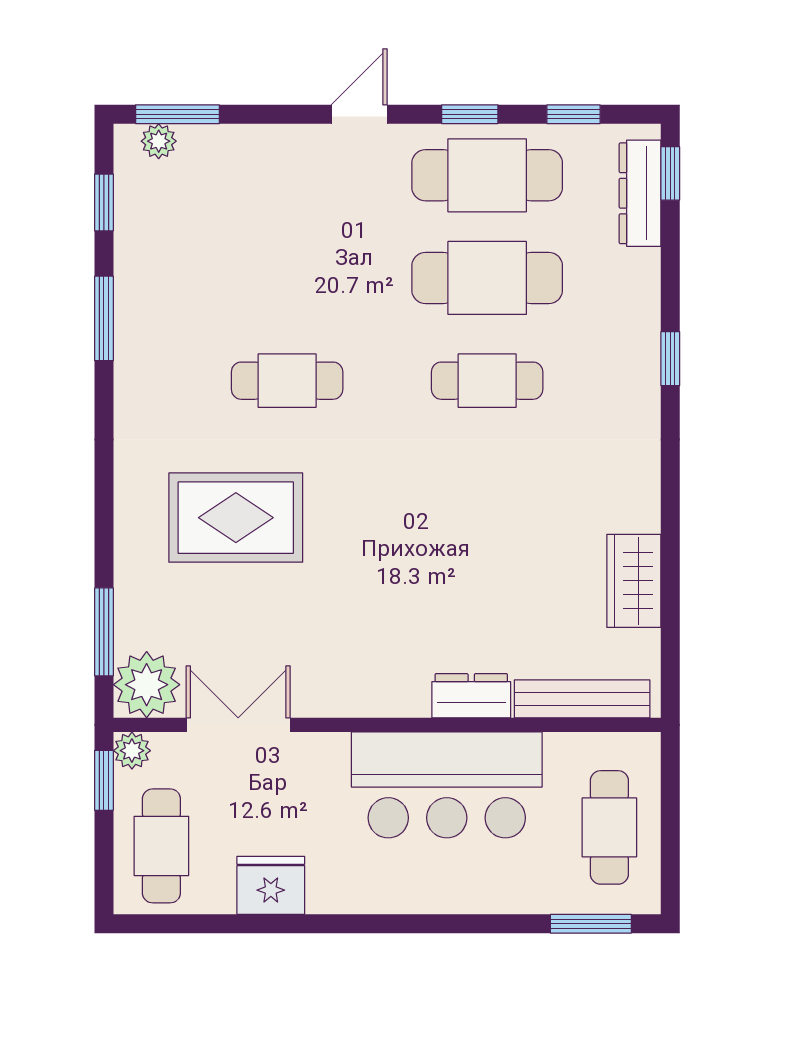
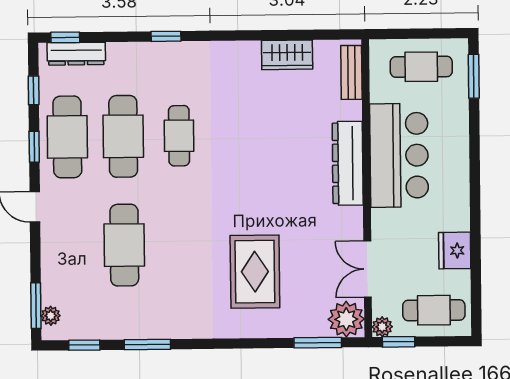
cafe table: (287, 381) -> (124, 245), moved, width x1.37, depth x1.35
dresser: (471, 696) -> (348, 163), width x1.96, depth x1.24
bench: (582, 699) -> (351, 72), width x0.73

